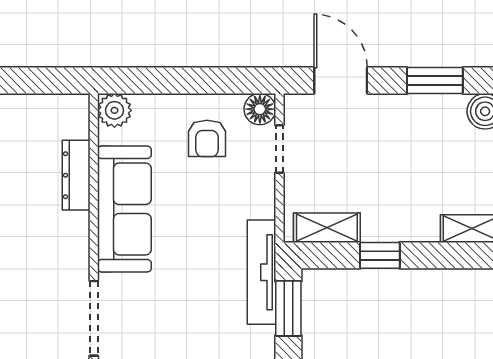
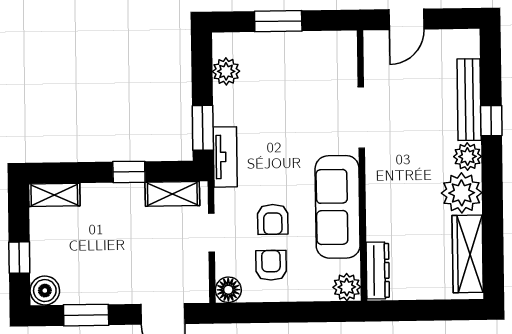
doorway: (279, 149) -> (212, 233), moved
dresser: (76, 175) -> (378, 270), moved
armchair: (204, 195) -> (273, 219), added
tv unit: (261, 272) -> (225, 157), width x0.71

